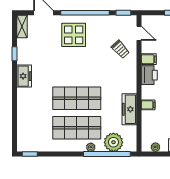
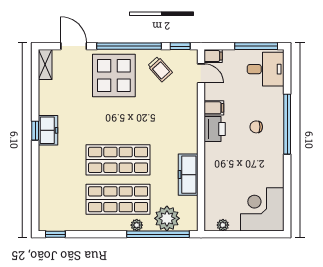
display table: (74, 35) -> (114, 76), width x1.36, depth x1.36
trolley: (120, 49) -> (160, 69), moved
window: (15, 54) -> (35, 131), moved
filing cabinet: (148, 105) -> (213, 56), moved

